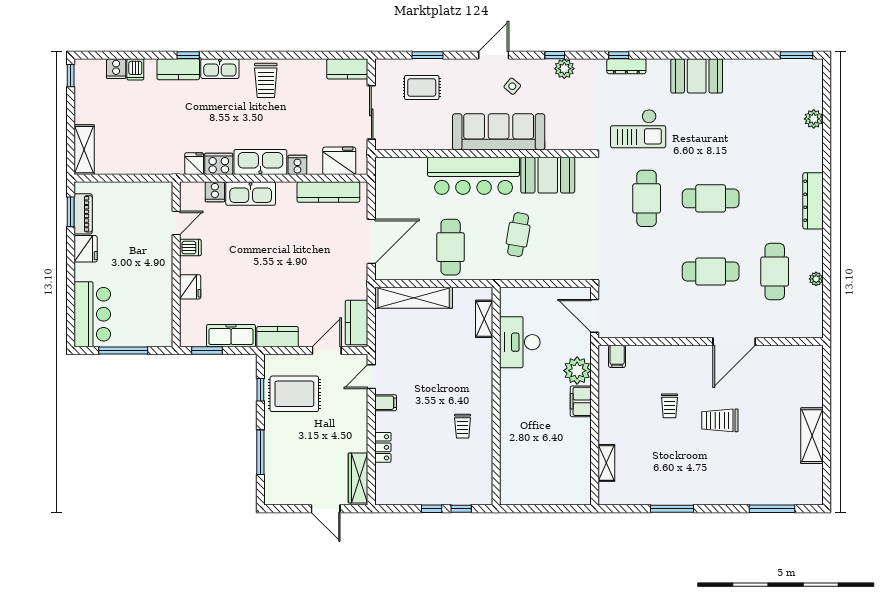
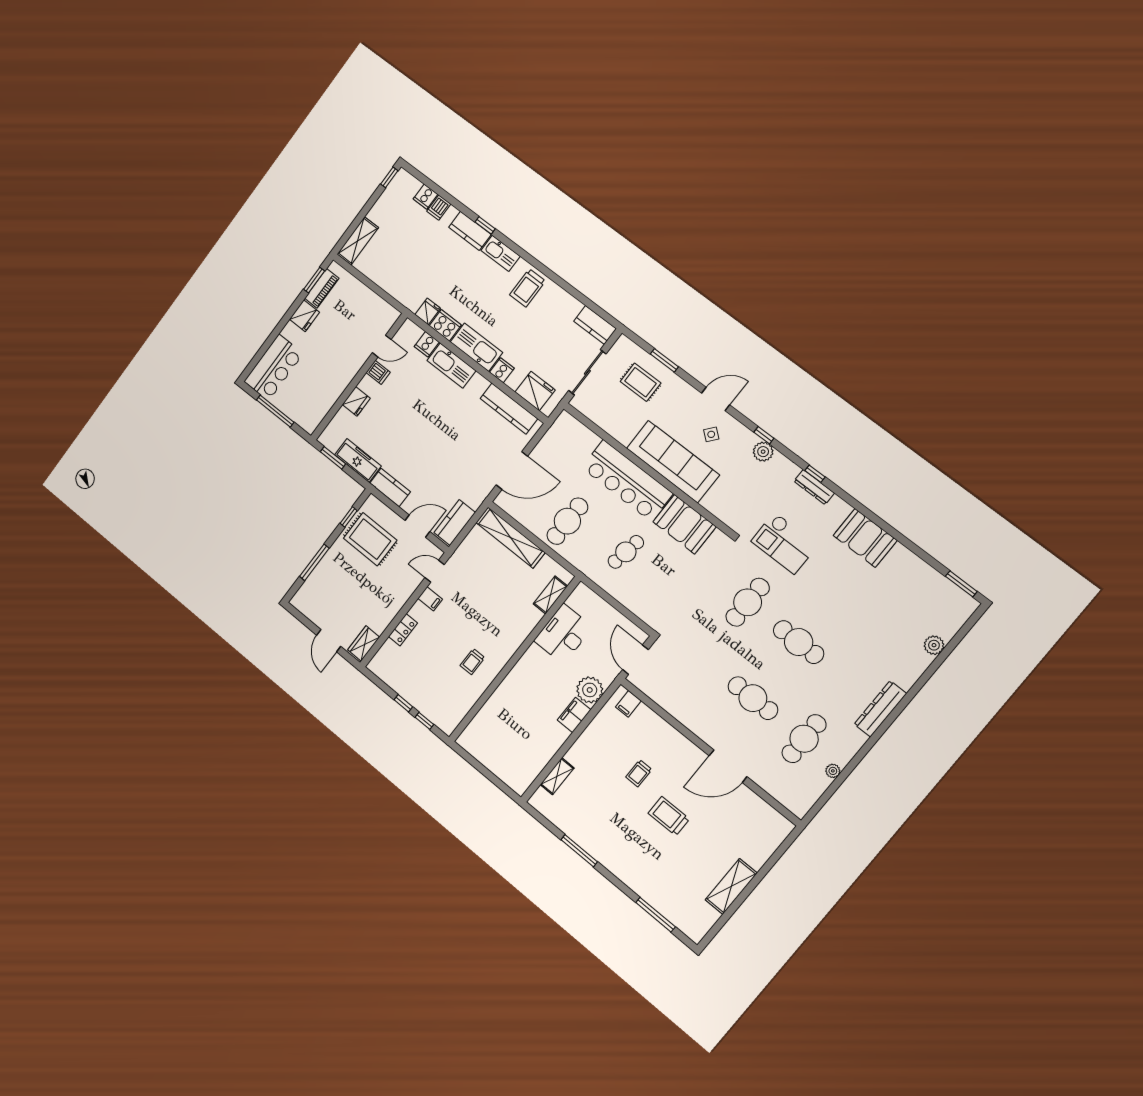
wardrobe: (358, 478) -> (364, 644), width x0.67

